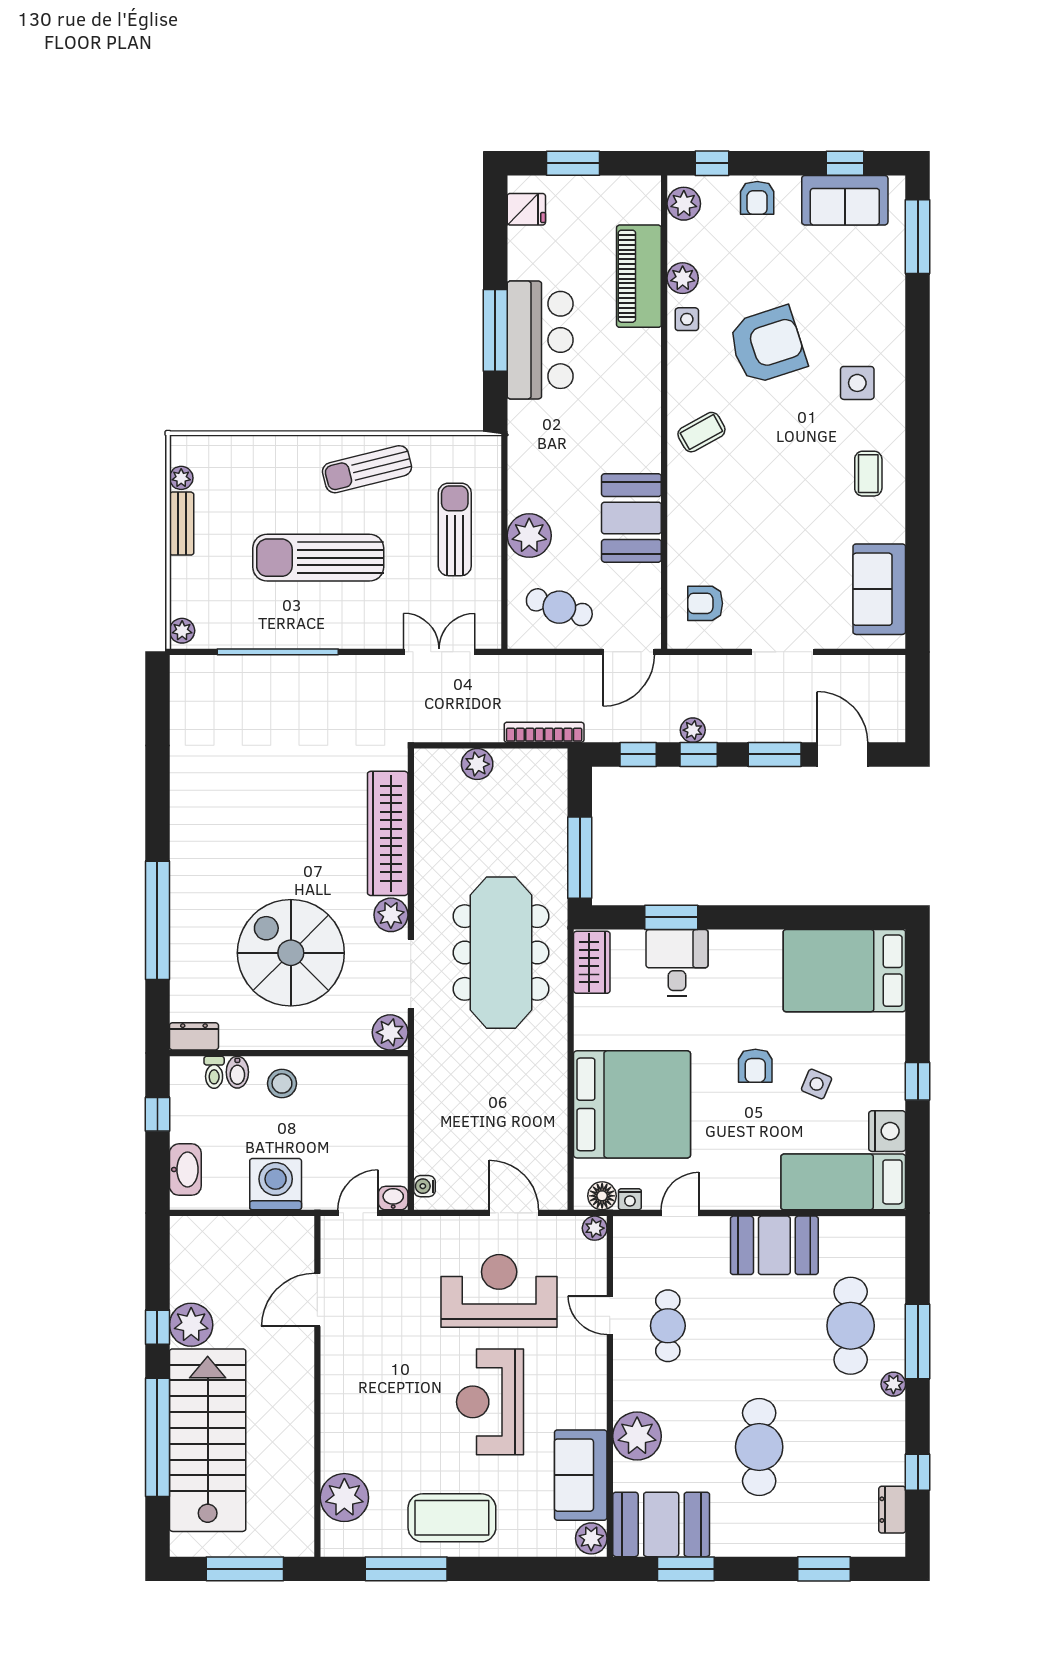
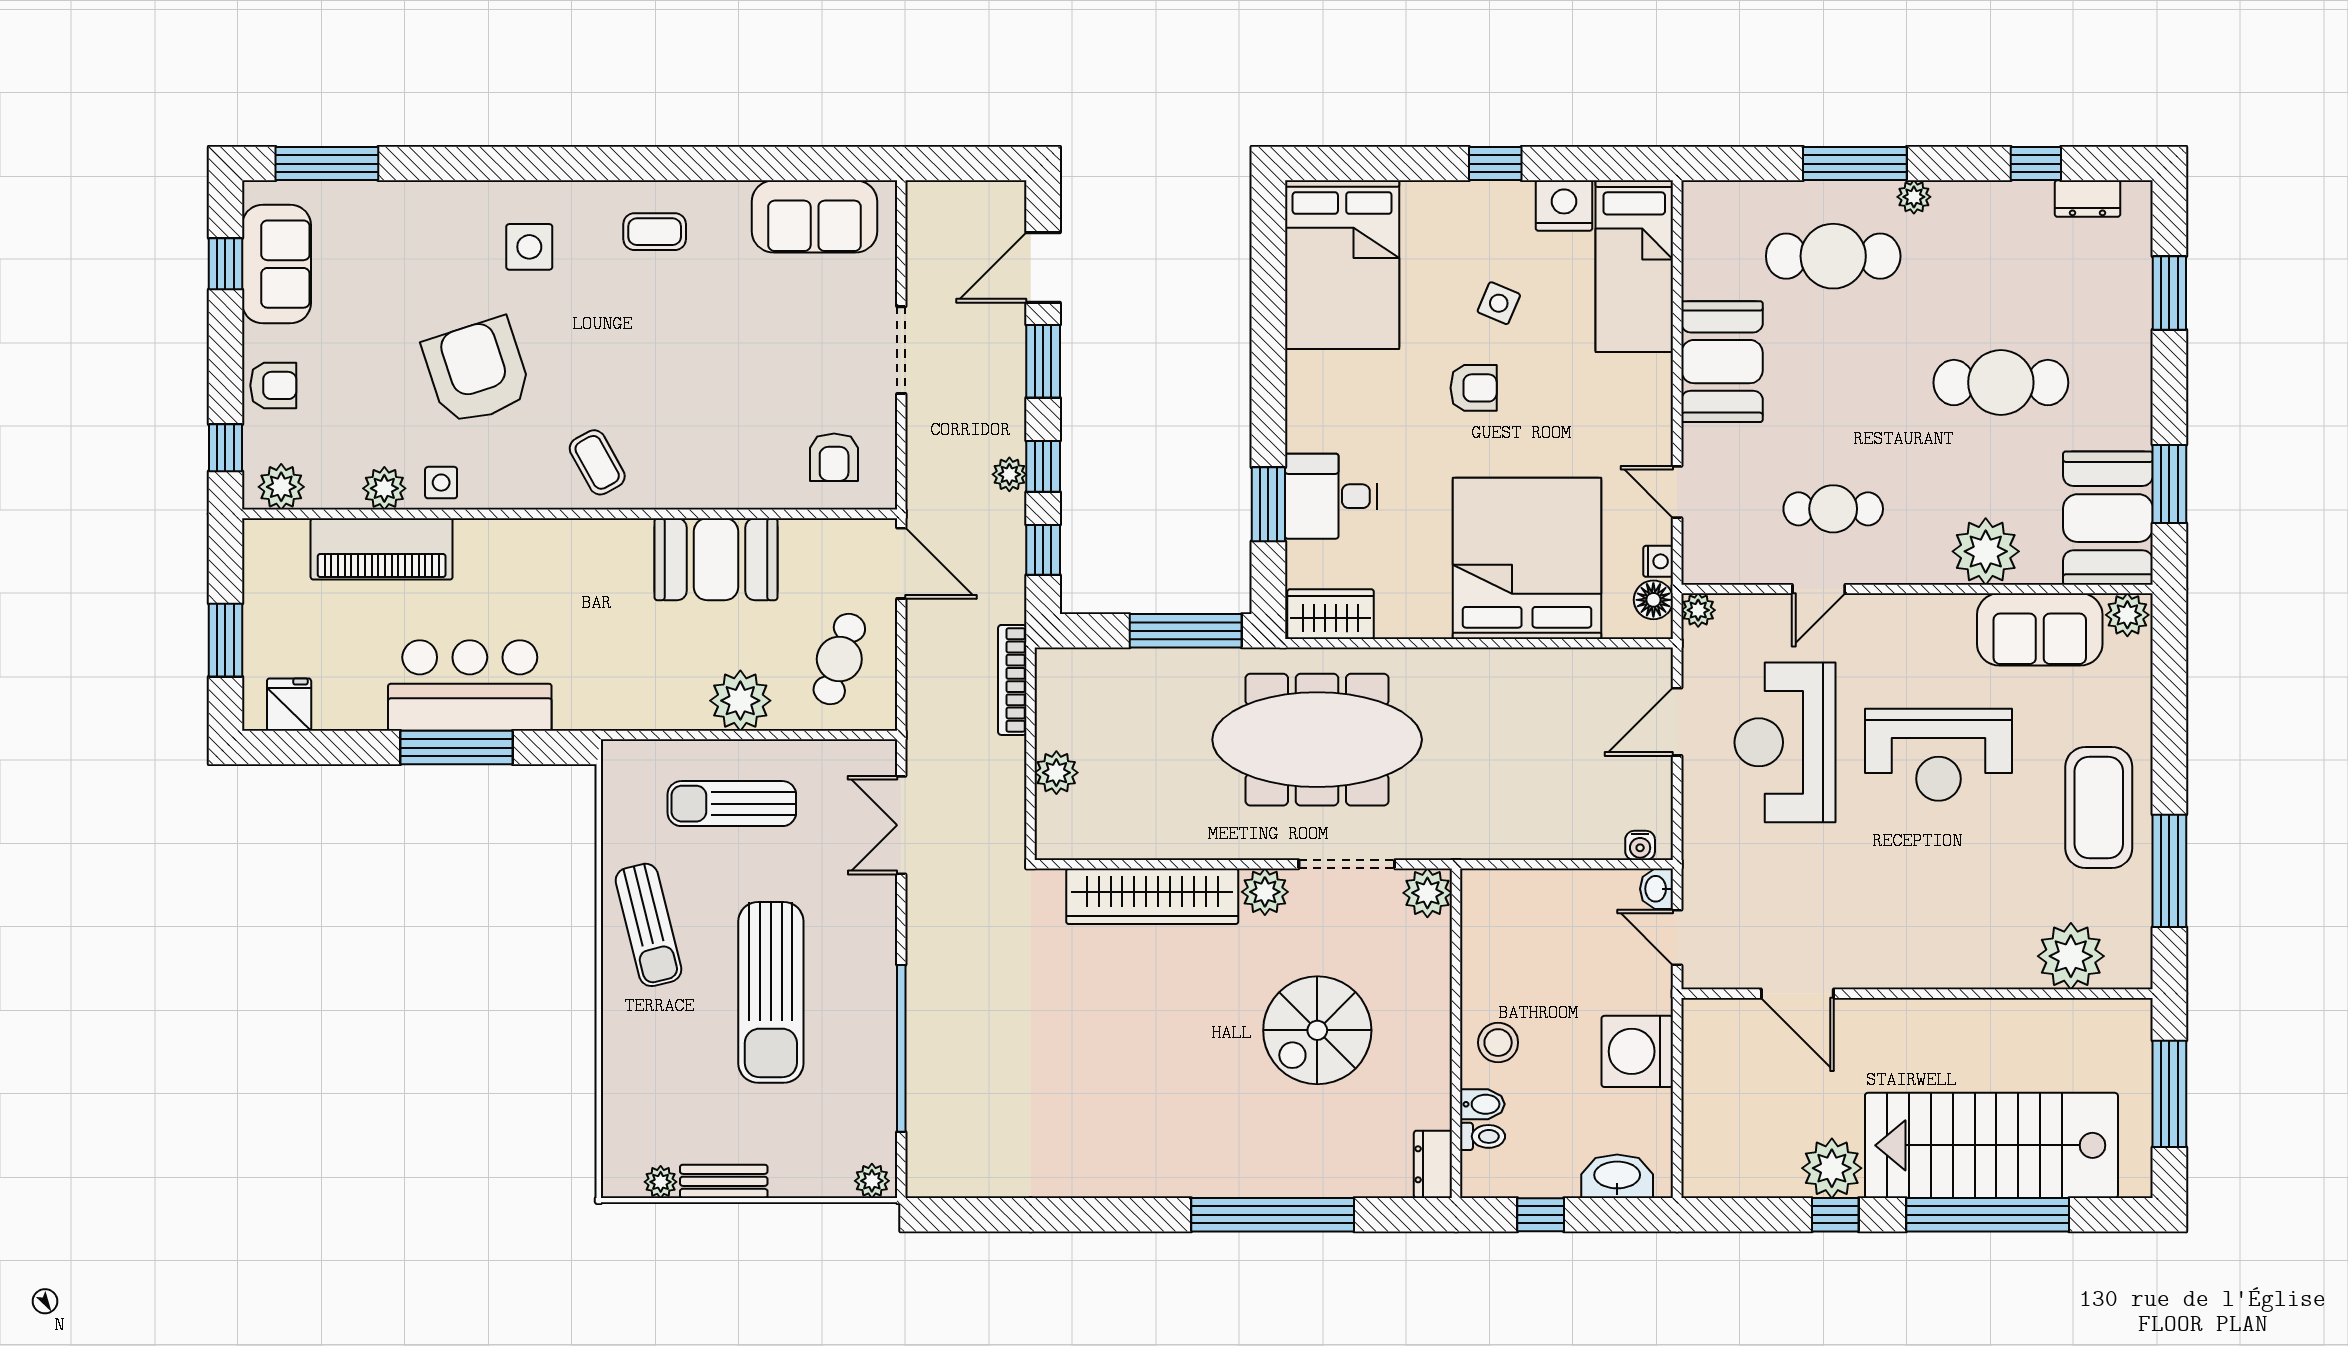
spiral stairs: (291, 953) -> (1317, 1030), width x0.73, depth x0.73

